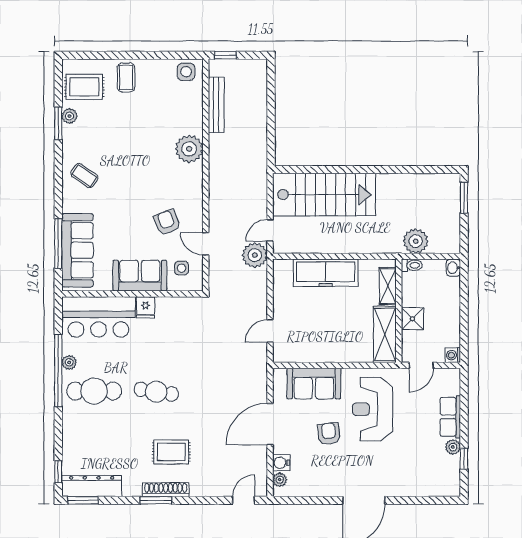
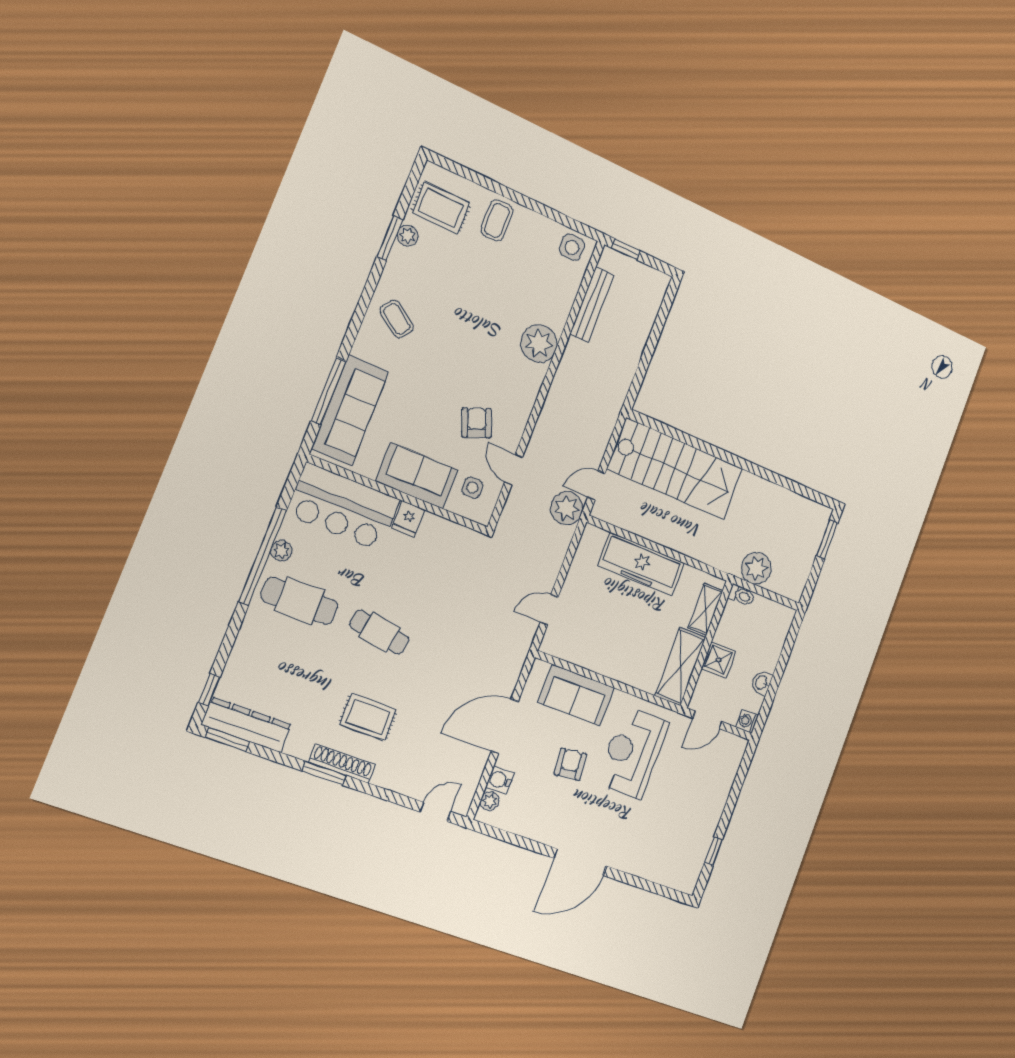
washbasin: (453, 268) -> (762, 683), moved
row of seats: (450, 417) -> (717, 795), removed
plant: (453, 447) -> (706, 832), removed

